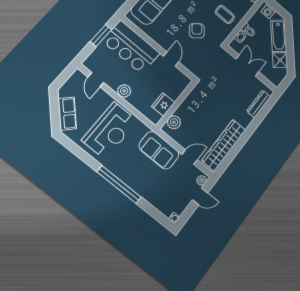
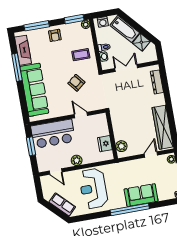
reception desk: (110, 131) -> (93, 189), turned 180
sofa: (159, 150) -> (141, 195), moved, turned 180

